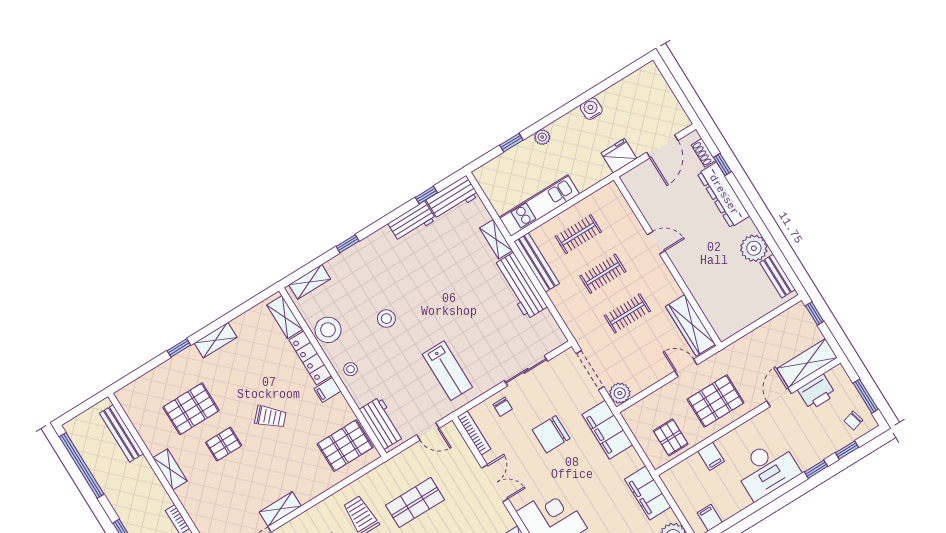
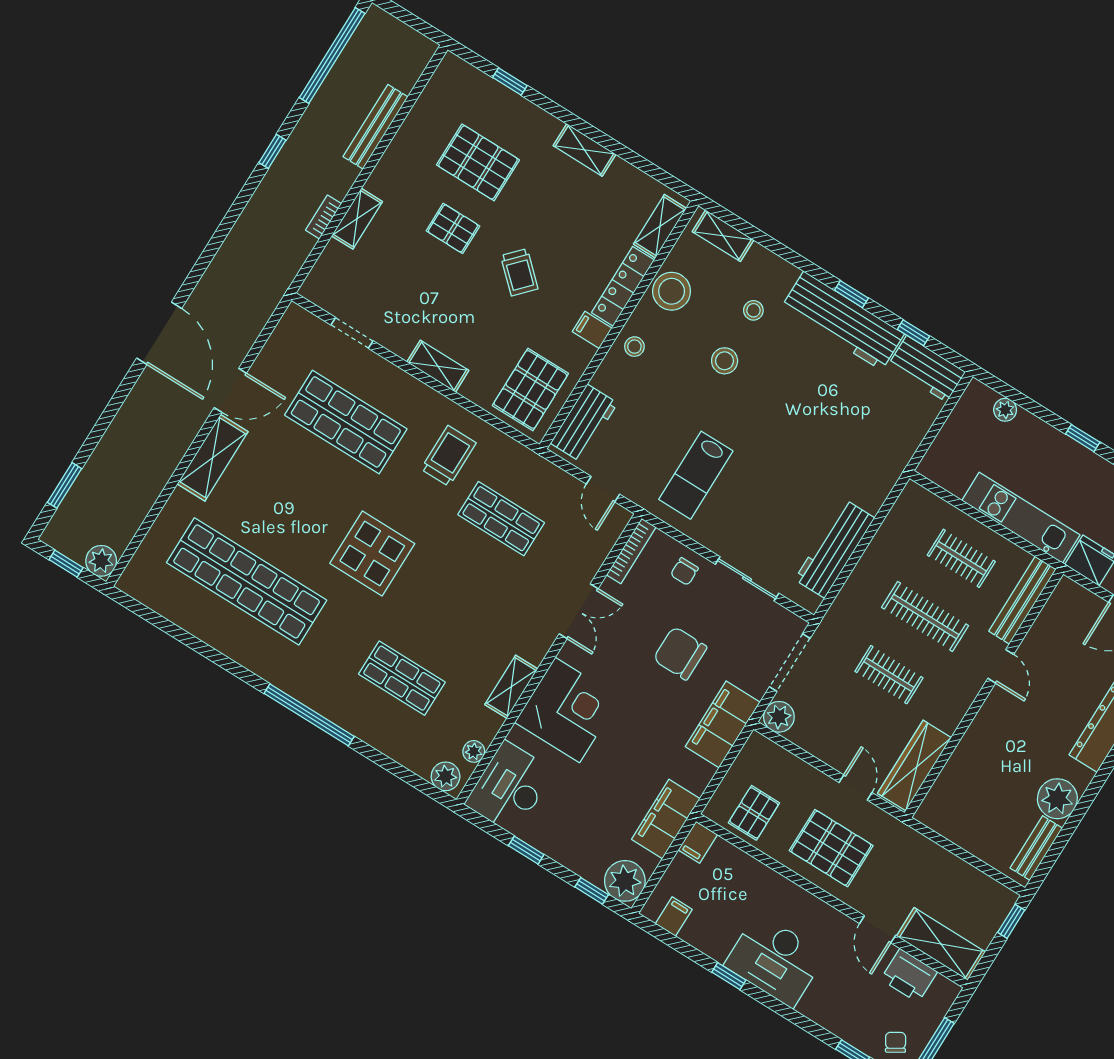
plant: (542, 137) -> (1005, 410), moved
window: (511, 143) -> (1083, 438), moved
kitchen unit: (539, 206) -> (1021, 518), moved
workbench: (412, 222) -> (843, 321), width x1.88, depth x1.32
shelving: (496, 239) -> (901, 453), removed
window: (348, 244) -> (851, 294), moved
bench: (537, 262) -> (1022, 600), moved
clothes rail: (603, 274) -> (925, 616), width x1.36
stool: (364, 286) -> (753, 310), added
workbench: (520, 286) -> (835, 549), moved
window: (179, 348) -> (510, 82), moved
door: (779, 397) -> (878, 929), swing flipped
chair: (853, 421) -> (896, 1042), turned 74
bench: (121, 433) -> (375, 127), moved
pallet: (345, 446) -> (530, 389), turned 90
filing cabinet: (711, 456) -> (698, 842), moved
shelving: (170, 469) -> (357, 219), moved
window: (816, 469) -> (729, 976), moved
shelving: (280, 509) -> (438, 366), moved

